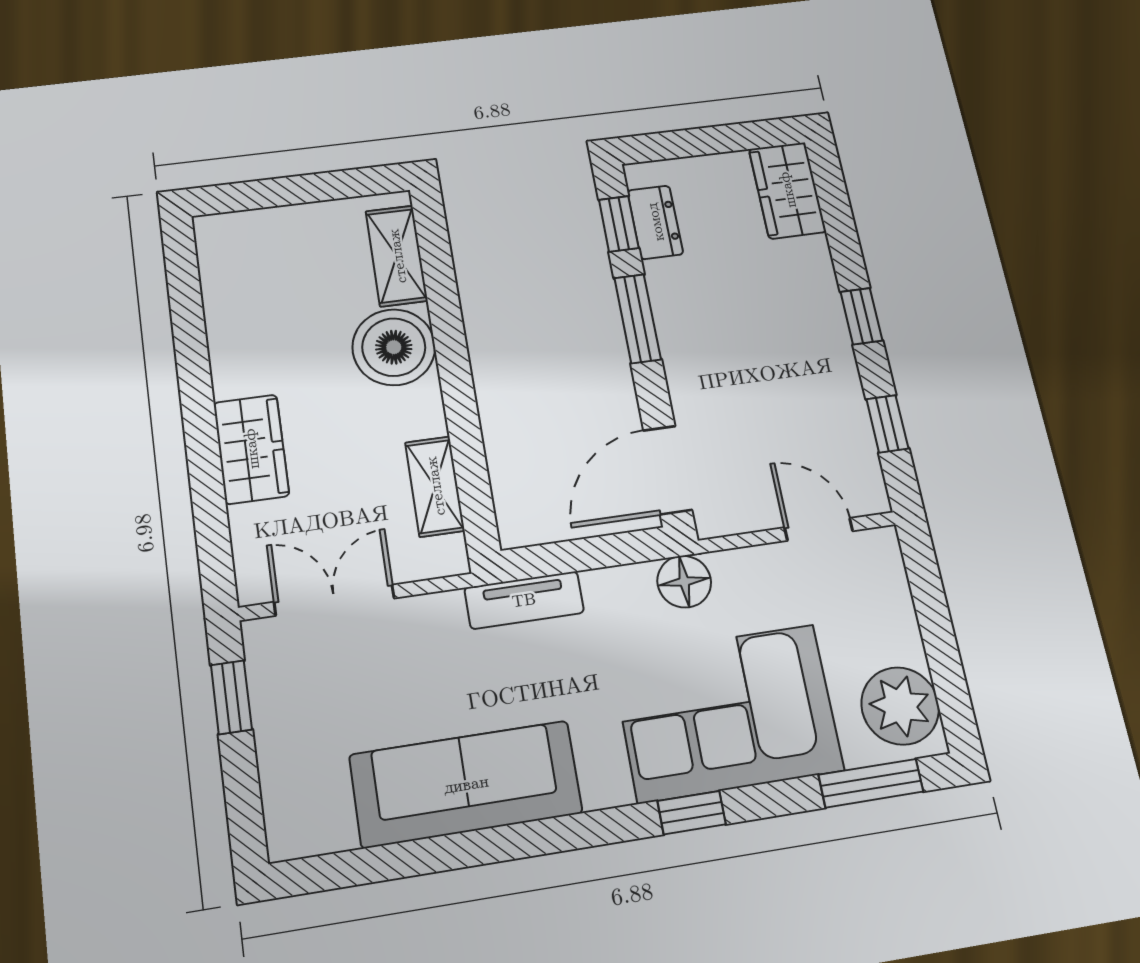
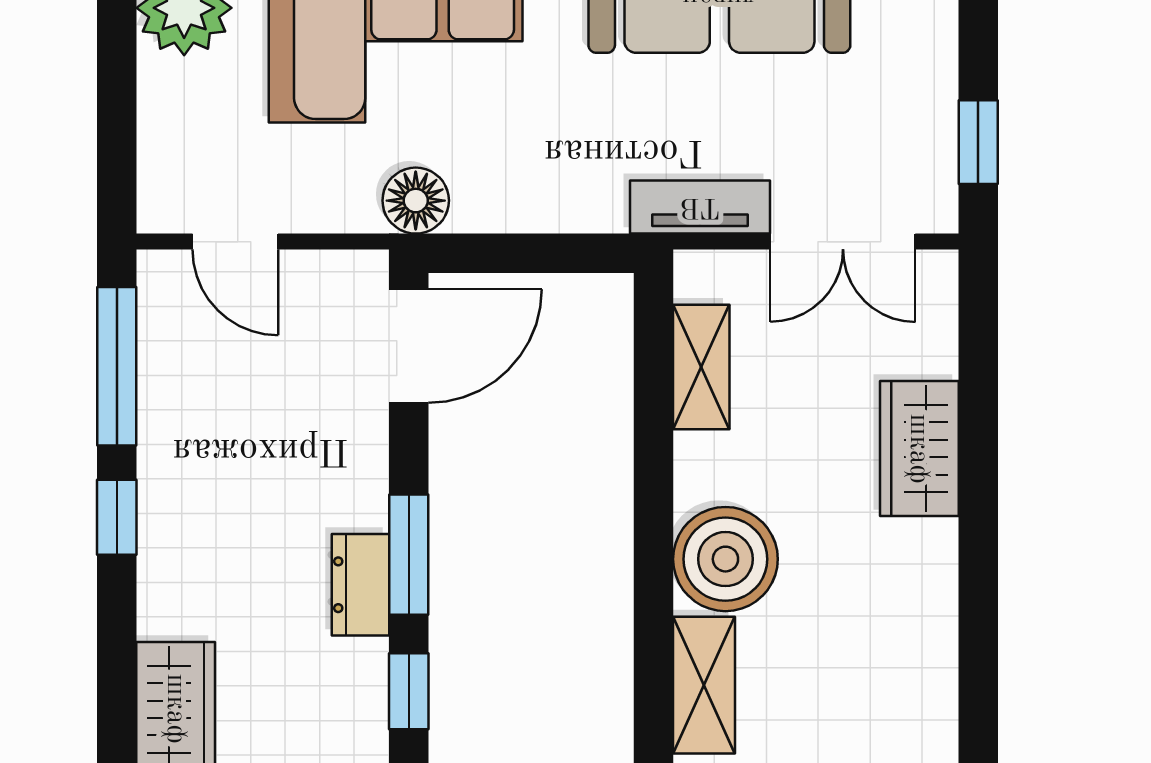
dresser: (655, 222) -> (361, 585), moved
window: (887, 424) -> (117, 366), width x2.17
tv unit: (524, 600) -> (700, 207), moved

